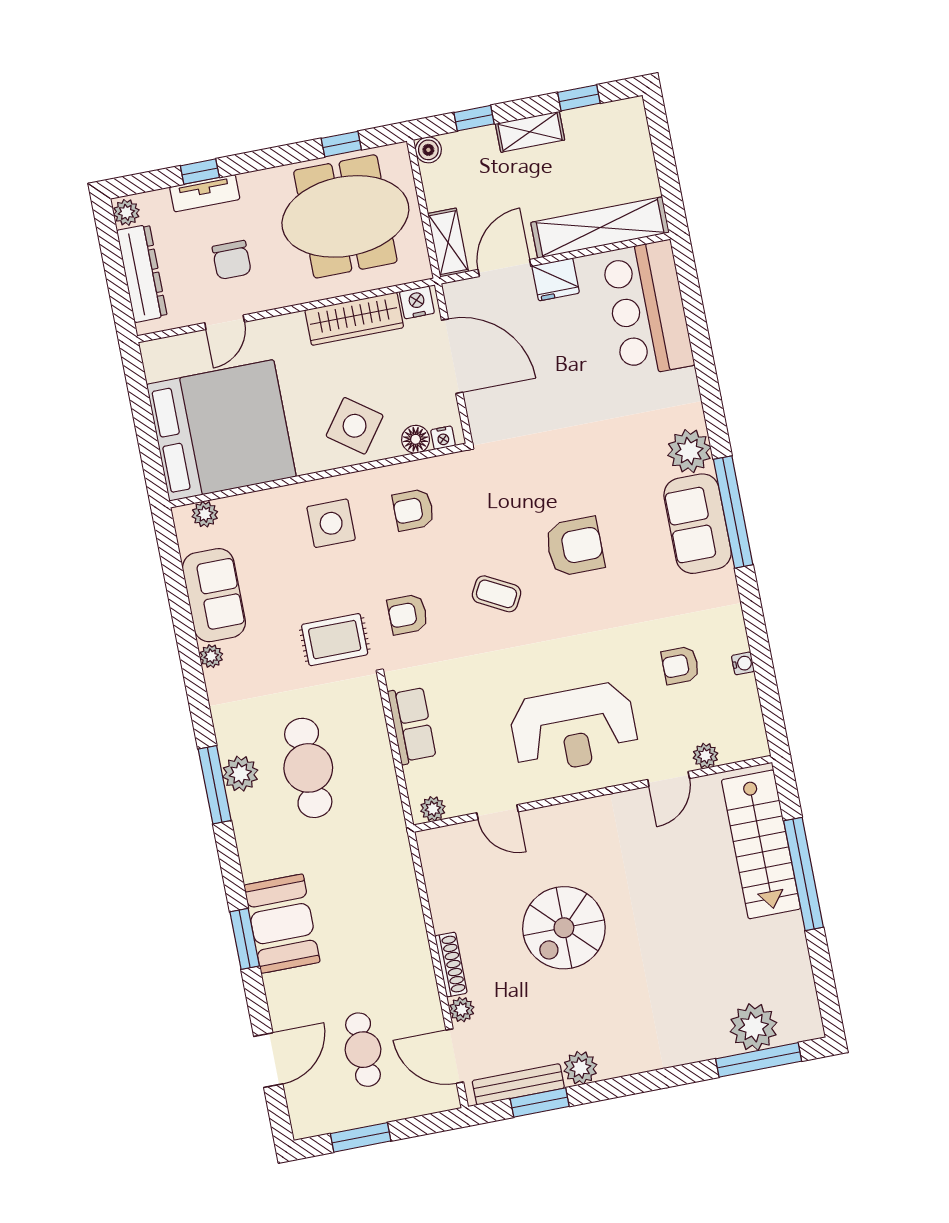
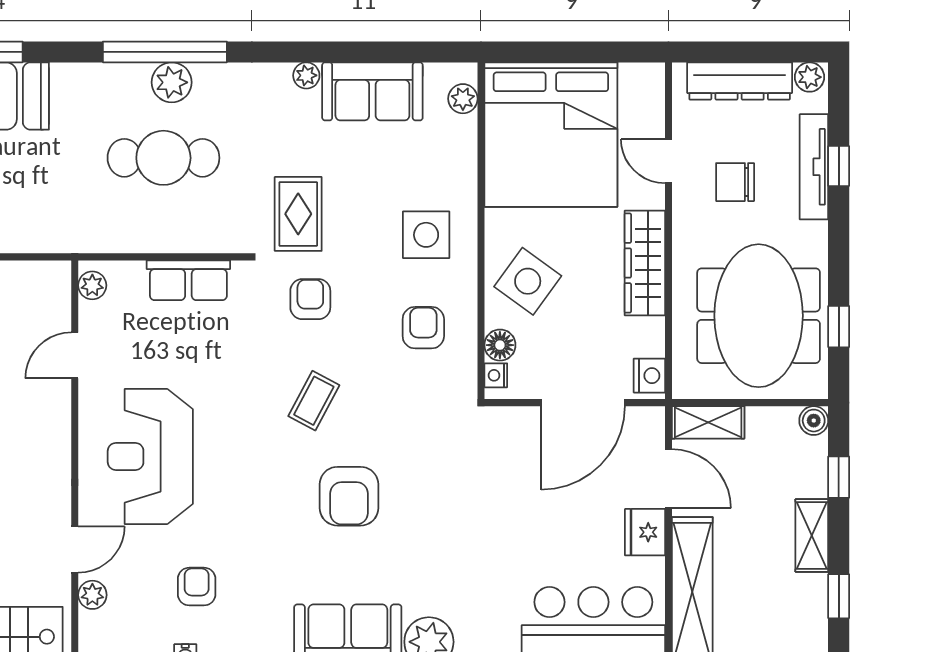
tv unit: (205, 193) -> (814, 167), width x1.41
wardrobe: (354, 319) -> (645, 263), moved
door: (669, 779) -> (75, 549), swing flipped
window: (215, 785) -> (165, 52), width x1.46

